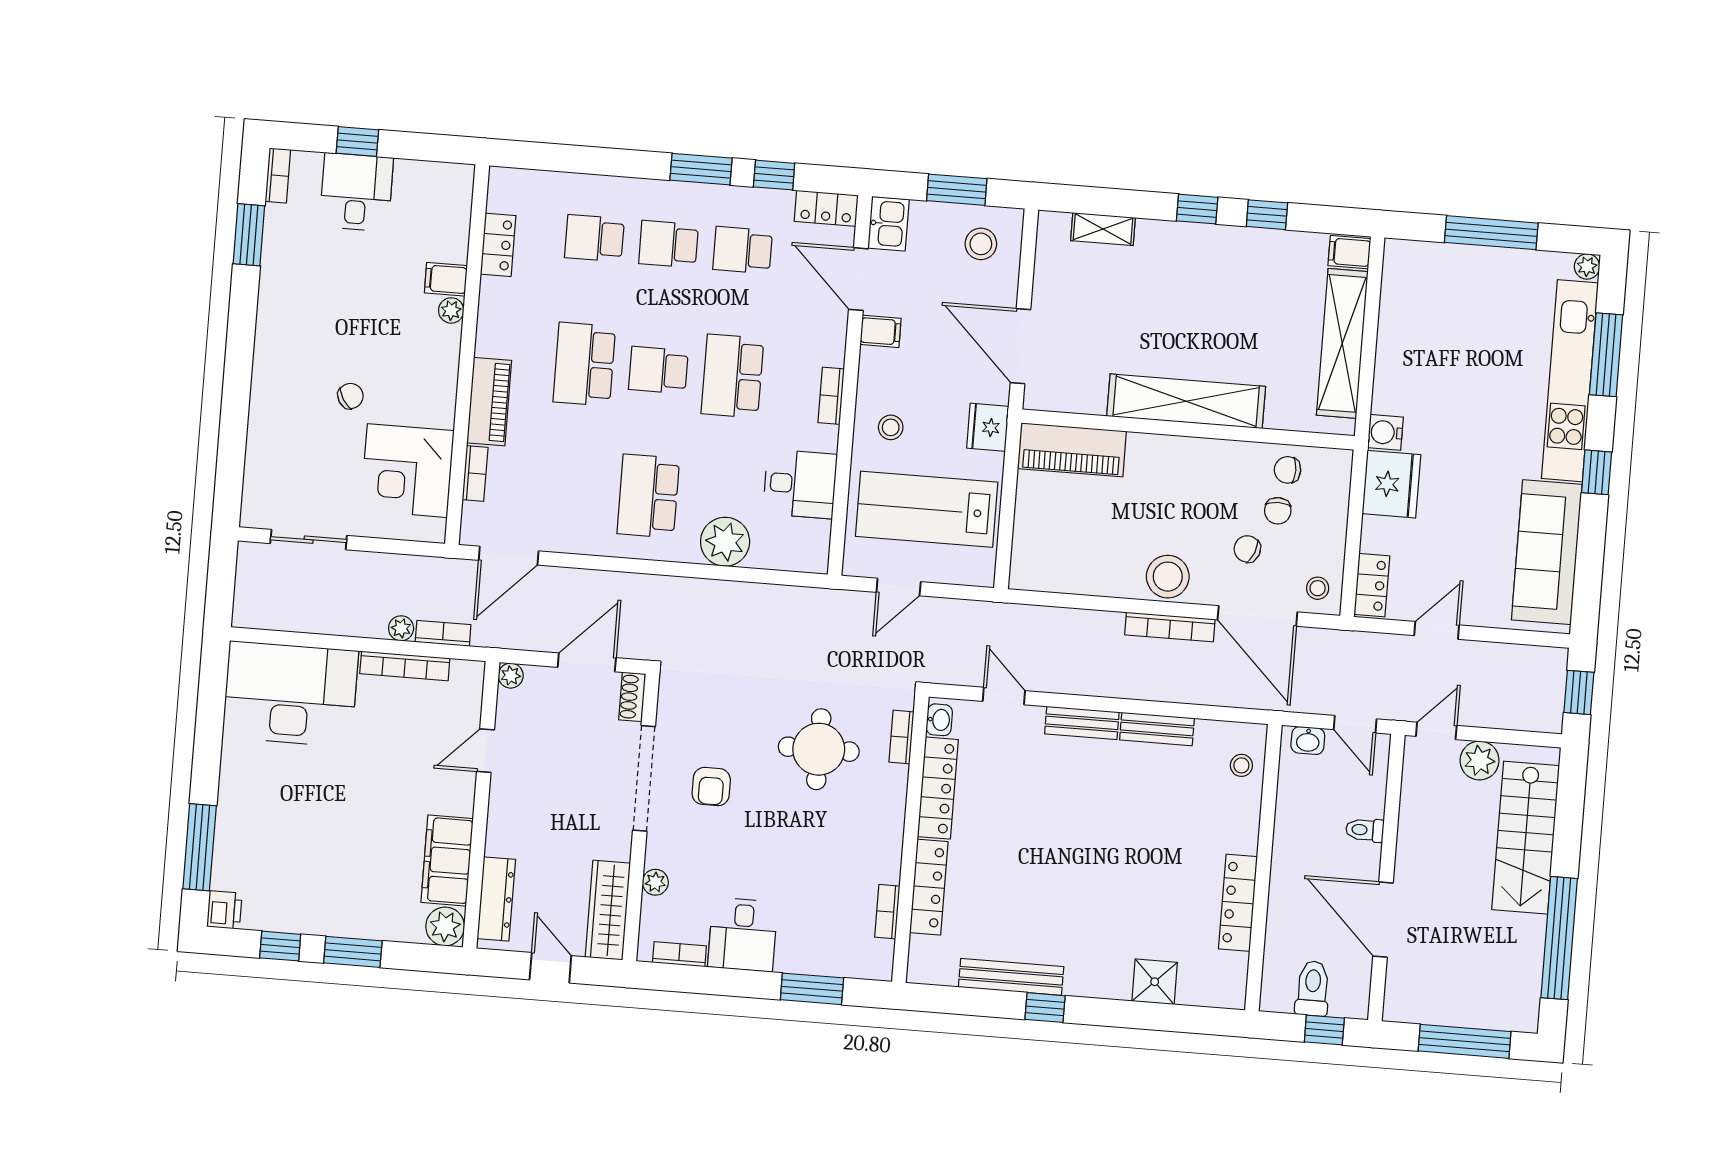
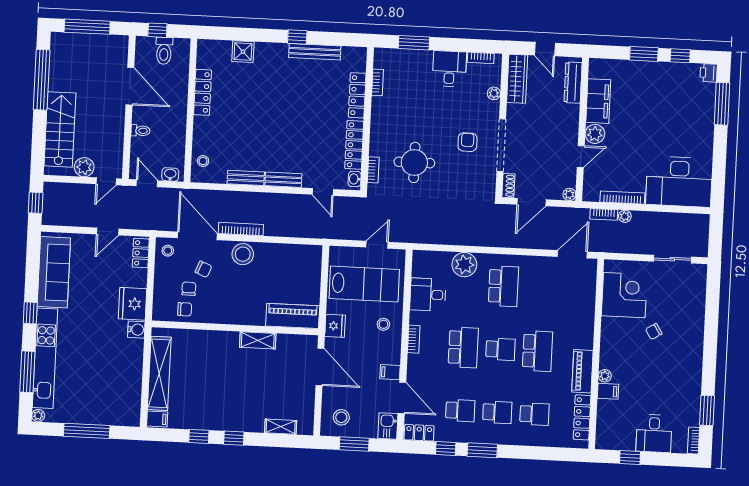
window: (357, 141) -> (630, 458), moved
locker: (498, 245) -> (582, 417), width x1.53
shelving: (1186, 401) -> (258, 340), width x0.45, depth x0.75
piano: (489, 402) -> (582, 371), moved
bookcase: (475, 473) -> (590, 295), removed
plant: (445, 926) -> (595, 134), moved

